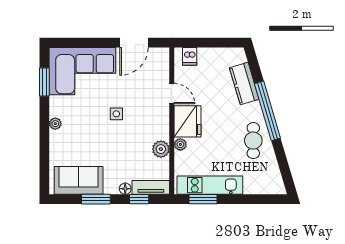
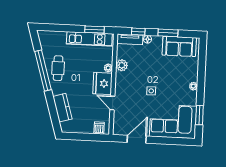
window: (267, 111) -> (43, 70), moved

